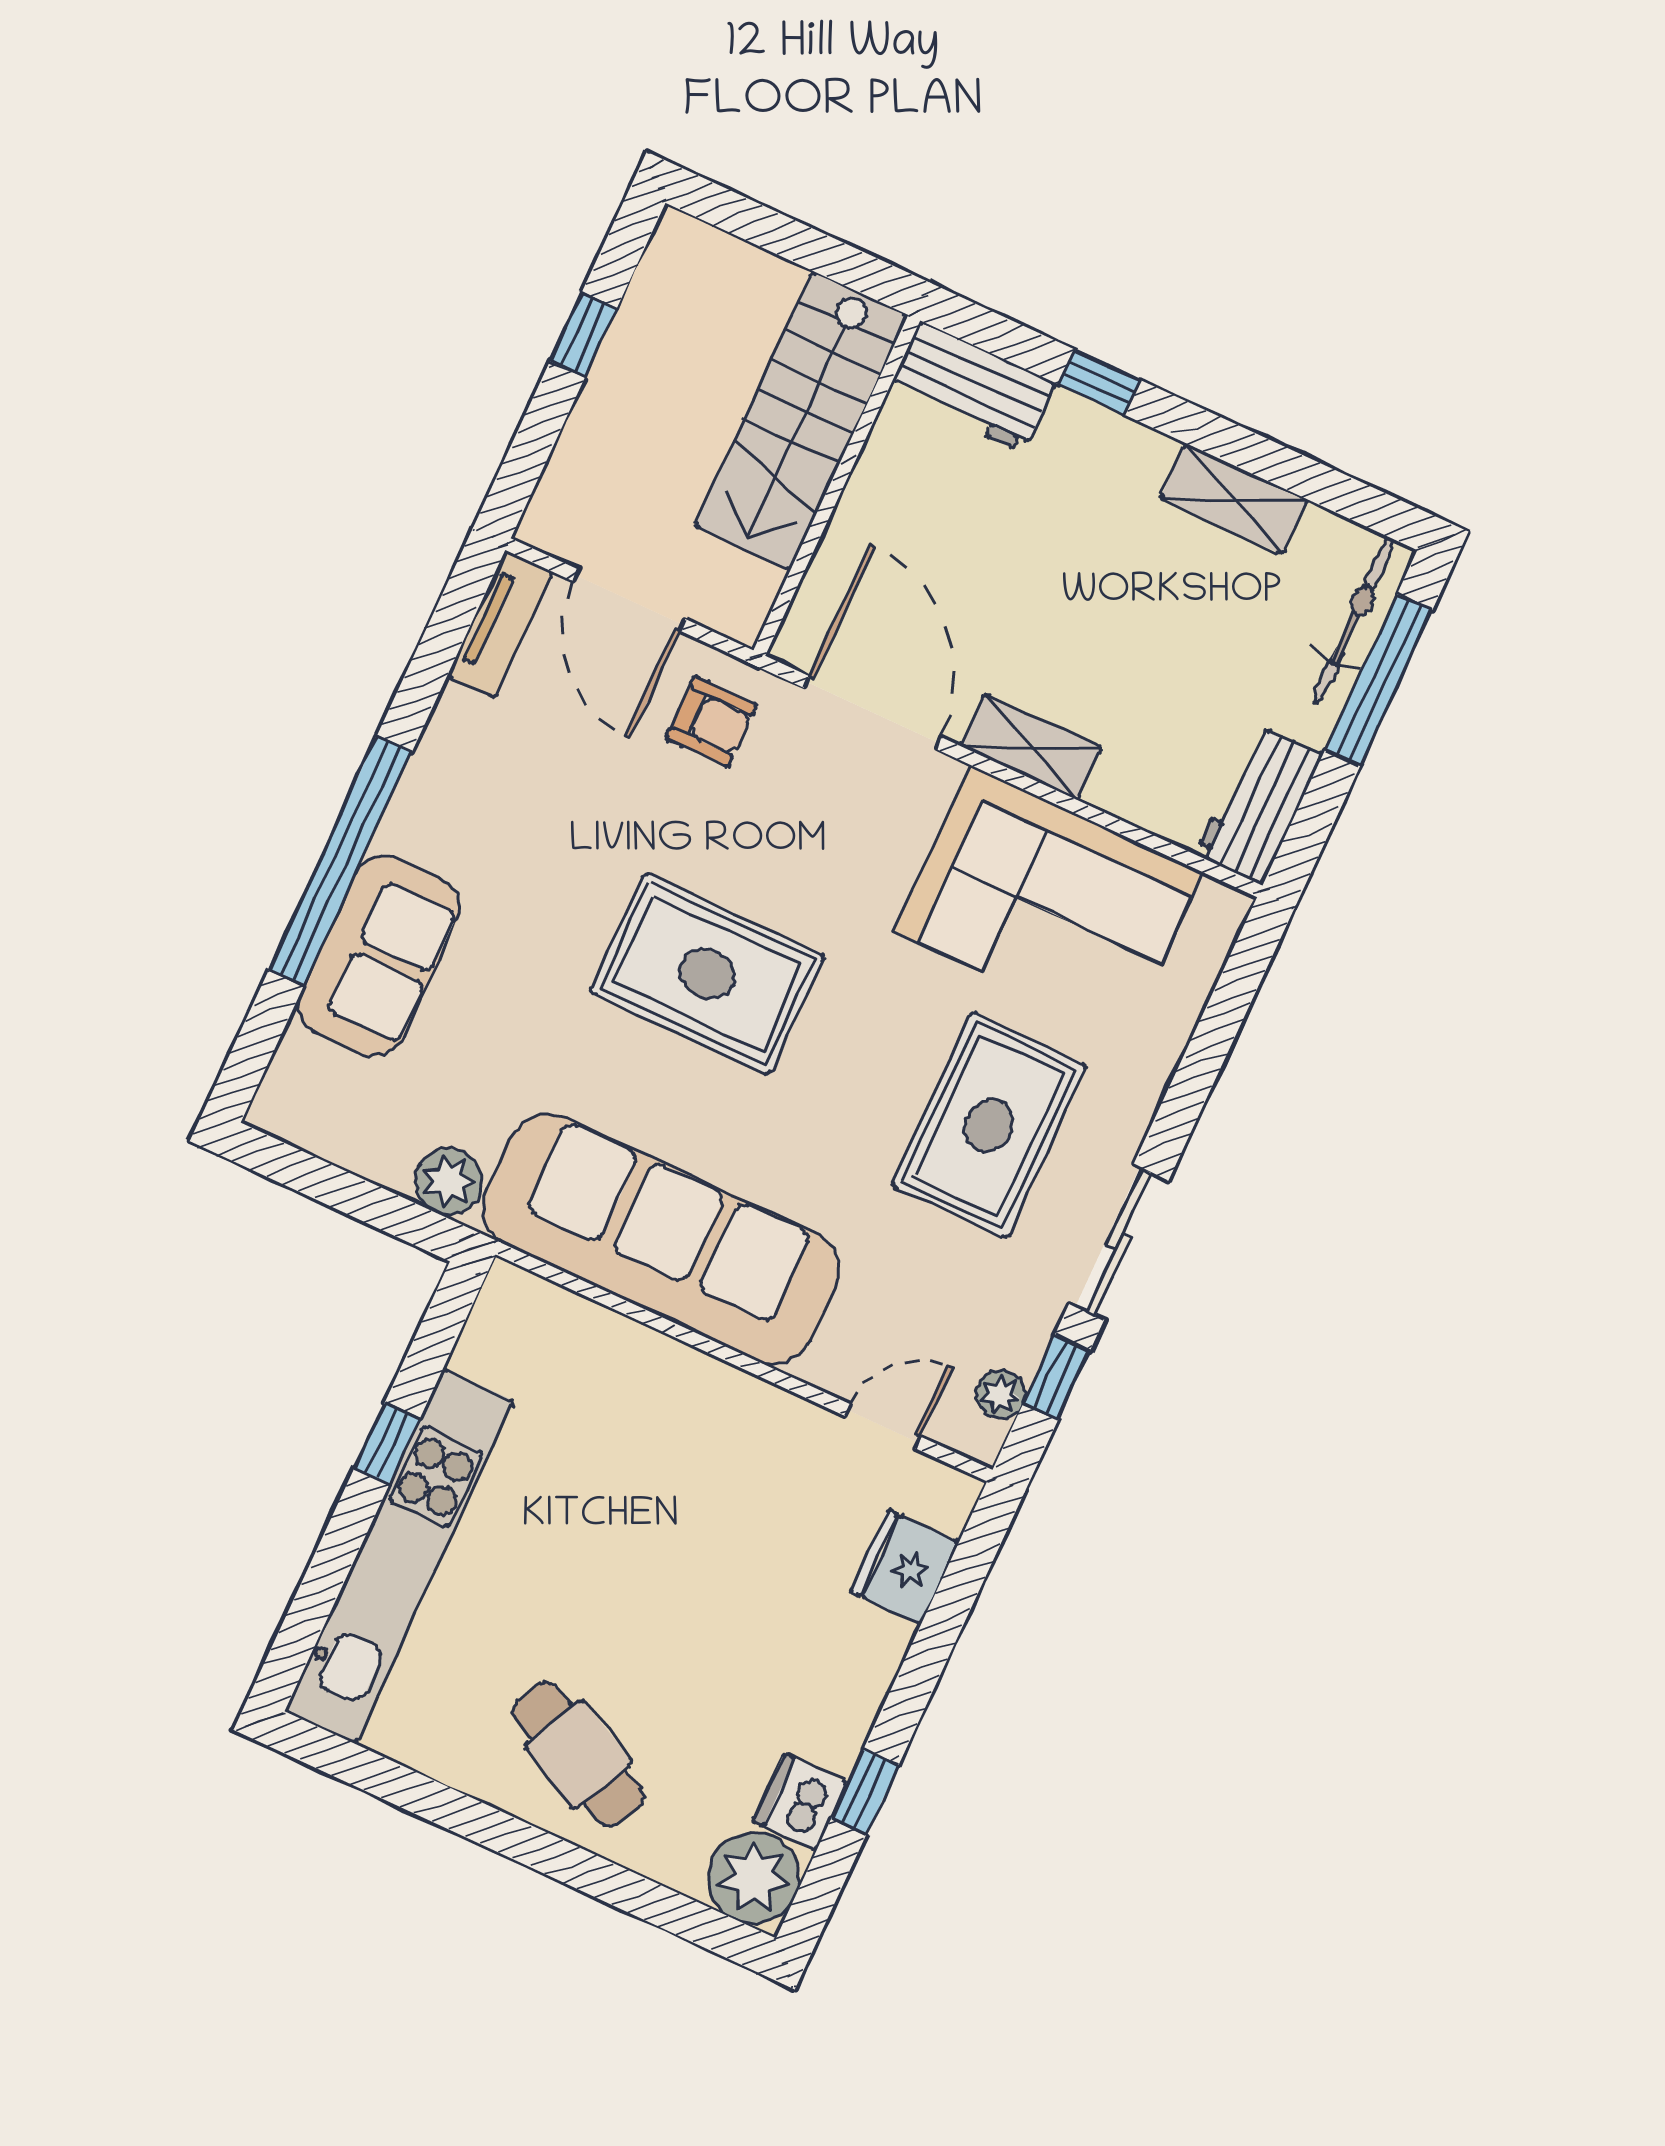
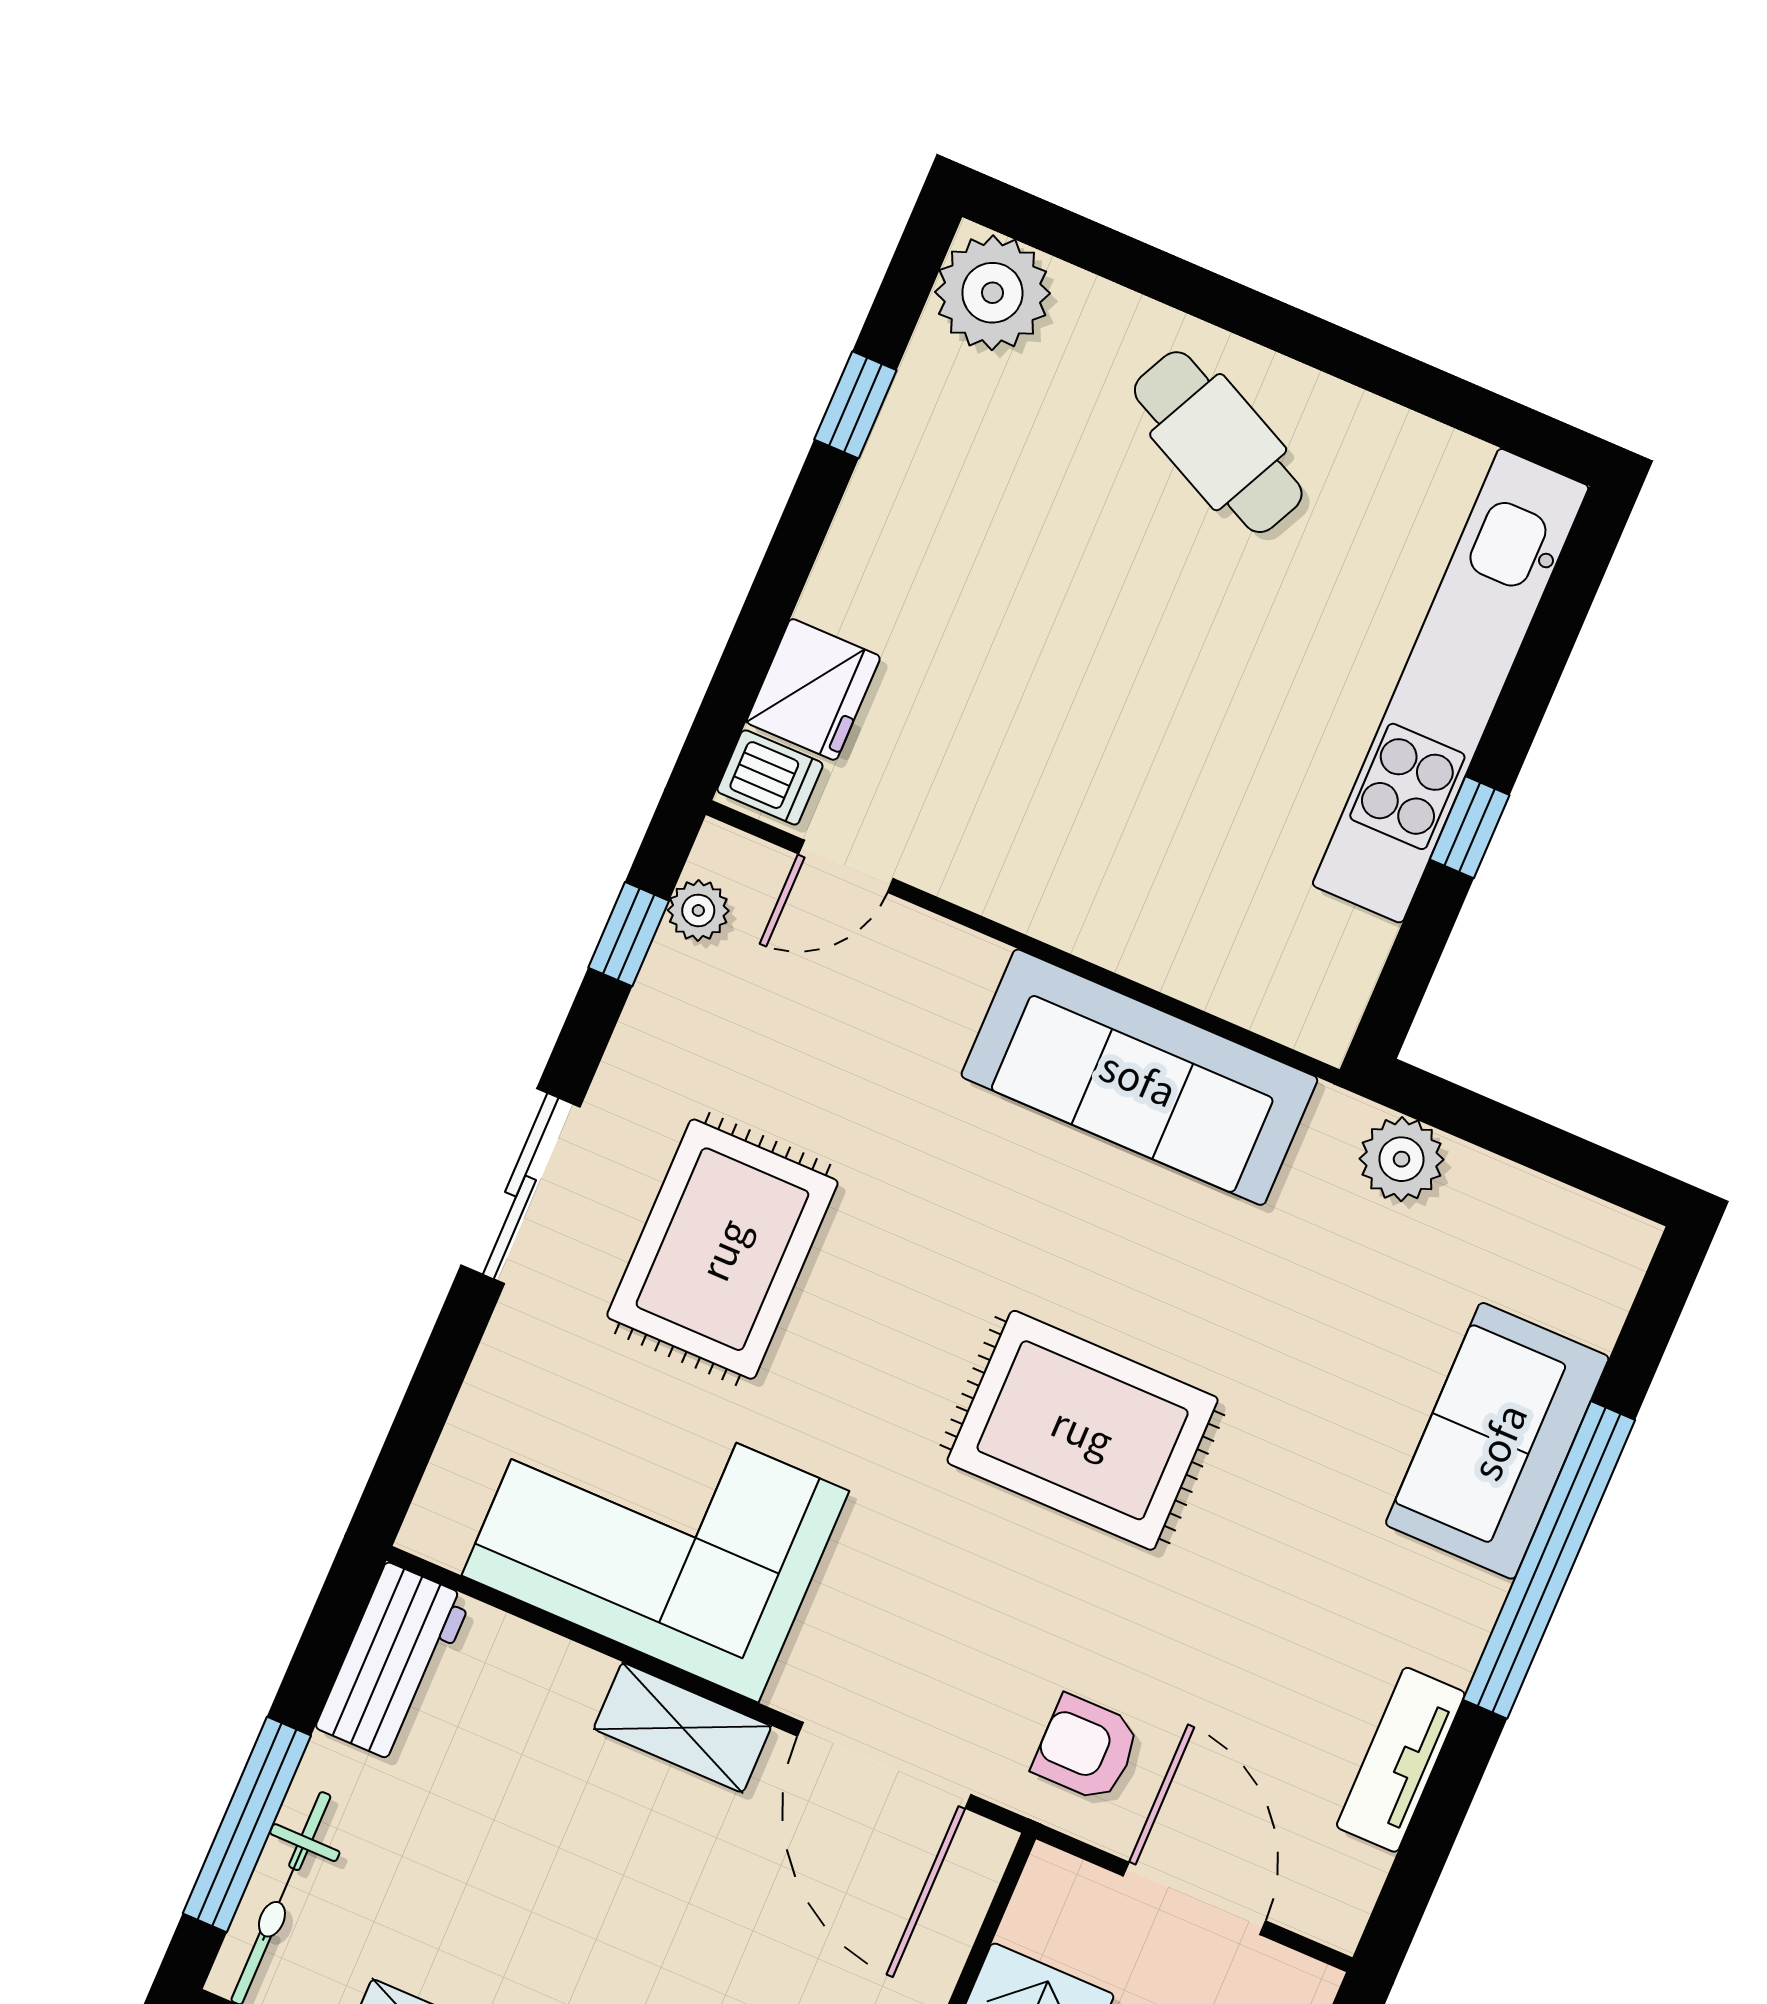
tv unit: (500, 624) -> (1401, 1760), moved
sofa: (661, 1239) -> (1139, 1077), width x0.74, depth x0.79
sliding door: (1119, 1242) -> (521, 1186), moved
dishwasher: (800, 1802) -> (770, 777), moved, width x0.73

